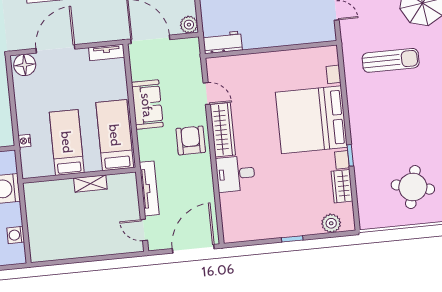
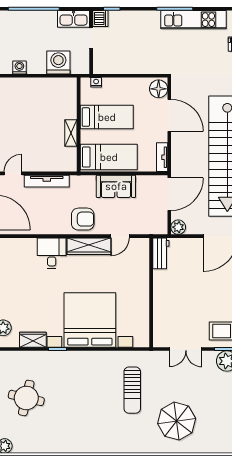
bed: (115, 135) -> (109, 157), moved
bed: (67, 142) -> (107, 117), moved
wall: (79, 175) -> (79, 125), moved
shelving: (90, 184) -> (71, 133), moved

